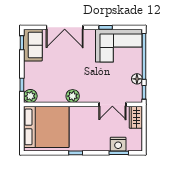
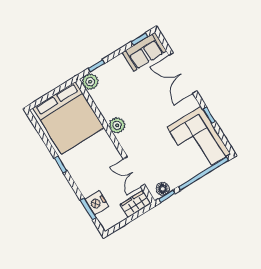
floor lamp: (137, 79) -> (163, 189), moved

